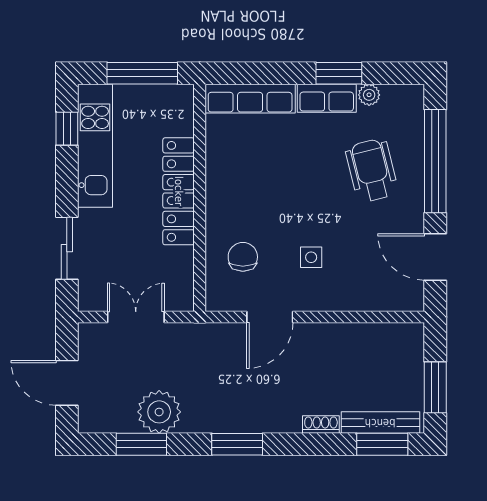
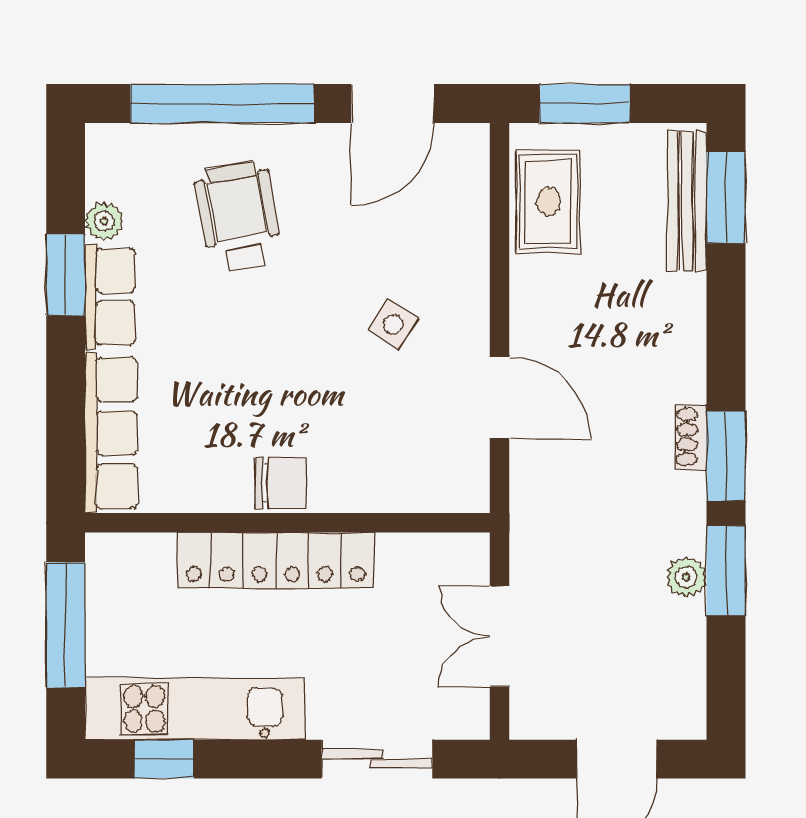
wheelchair: (372, 170) -> (238, 216), turned 94
chair: (243, 257) -> (281, 483), moved, turned 180
side table: (311, 257) -> (393, 324), turned 33
rug: (380, 344) -> (548, 202), added
window: (435, 387) -> (584, 104), moved
plant: (159, 412) -> (686, 577), width x0.53, depth x0.53
shoe rack: (321, 425) -> (691, 437), moved
window: (141, 444) -> (726, 571), moved

